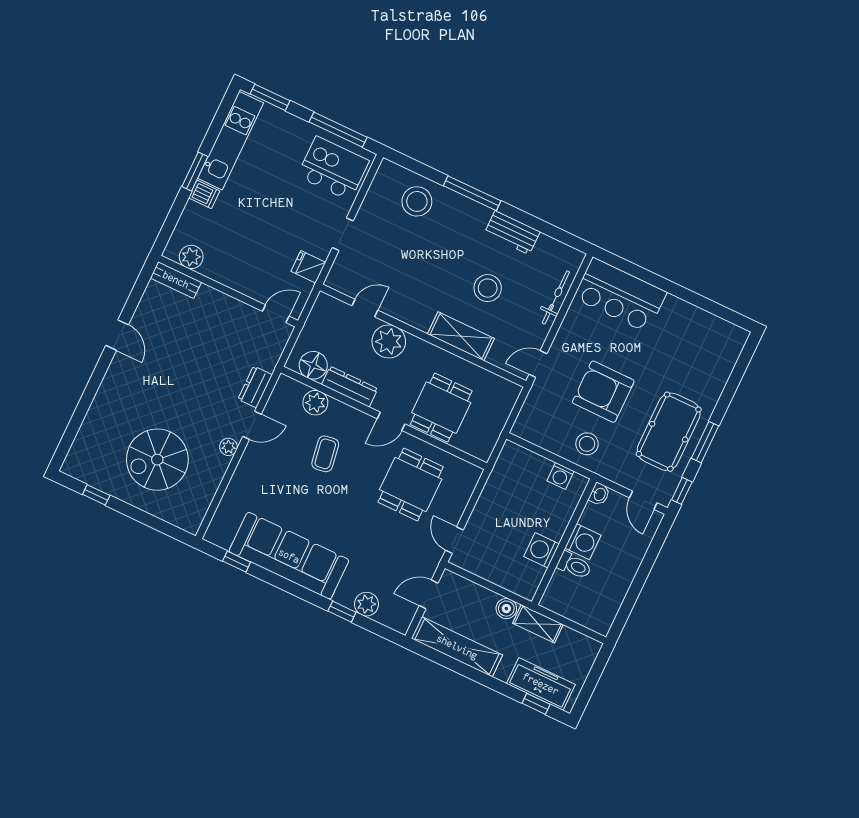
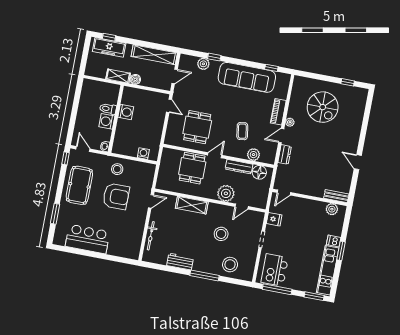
kitchen island: (333, 168) -> (275, 270), turned 90
stool: (488, 288) -> (221, 234), moved
bar counter: (620, 295) -> (88, 239), moved
window: (705, 442) -> (55, 214), moved
spiral stairs: (157, 460) -> (323, 107), turned 90
piano: (245, 473) -> (278, 112), added
washing machine: (560, 476) -> (143, 154), moved

